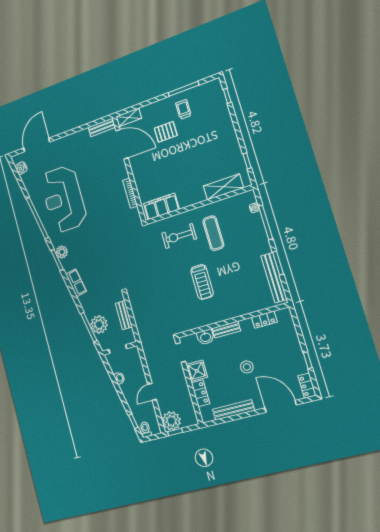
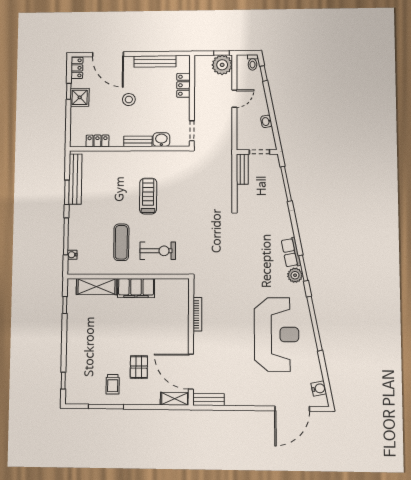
pallet: (166, 132) -> (139, 367), turned 90
filing cabinet: (161, 206) -> (136, 288), moved
row of seats: (76, 283) -> (291, 252), moved
bench: (124, 315) -> (242, 169), moved
plant: (99, 325) -> (273, 183), removed
shower: (197, 371) -> (80, 97), moved

